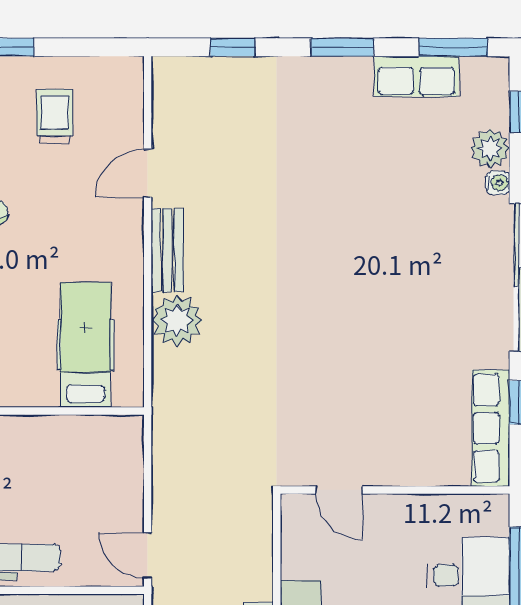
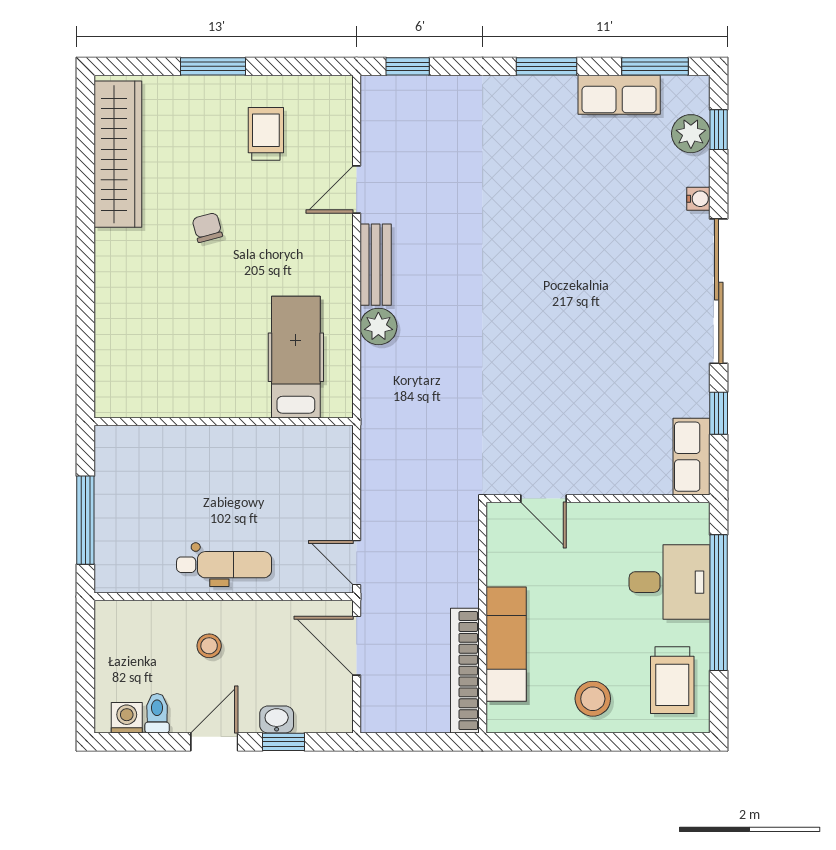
window: (233, 47) -> (408, 66), moved
plant: (490, 148) -> (691, 134), moved
plant: (177, 320) -> (378, 326), width x0.73, depth x0.73
row of seats: (491, 428) -> (692, 457), width x0.68

